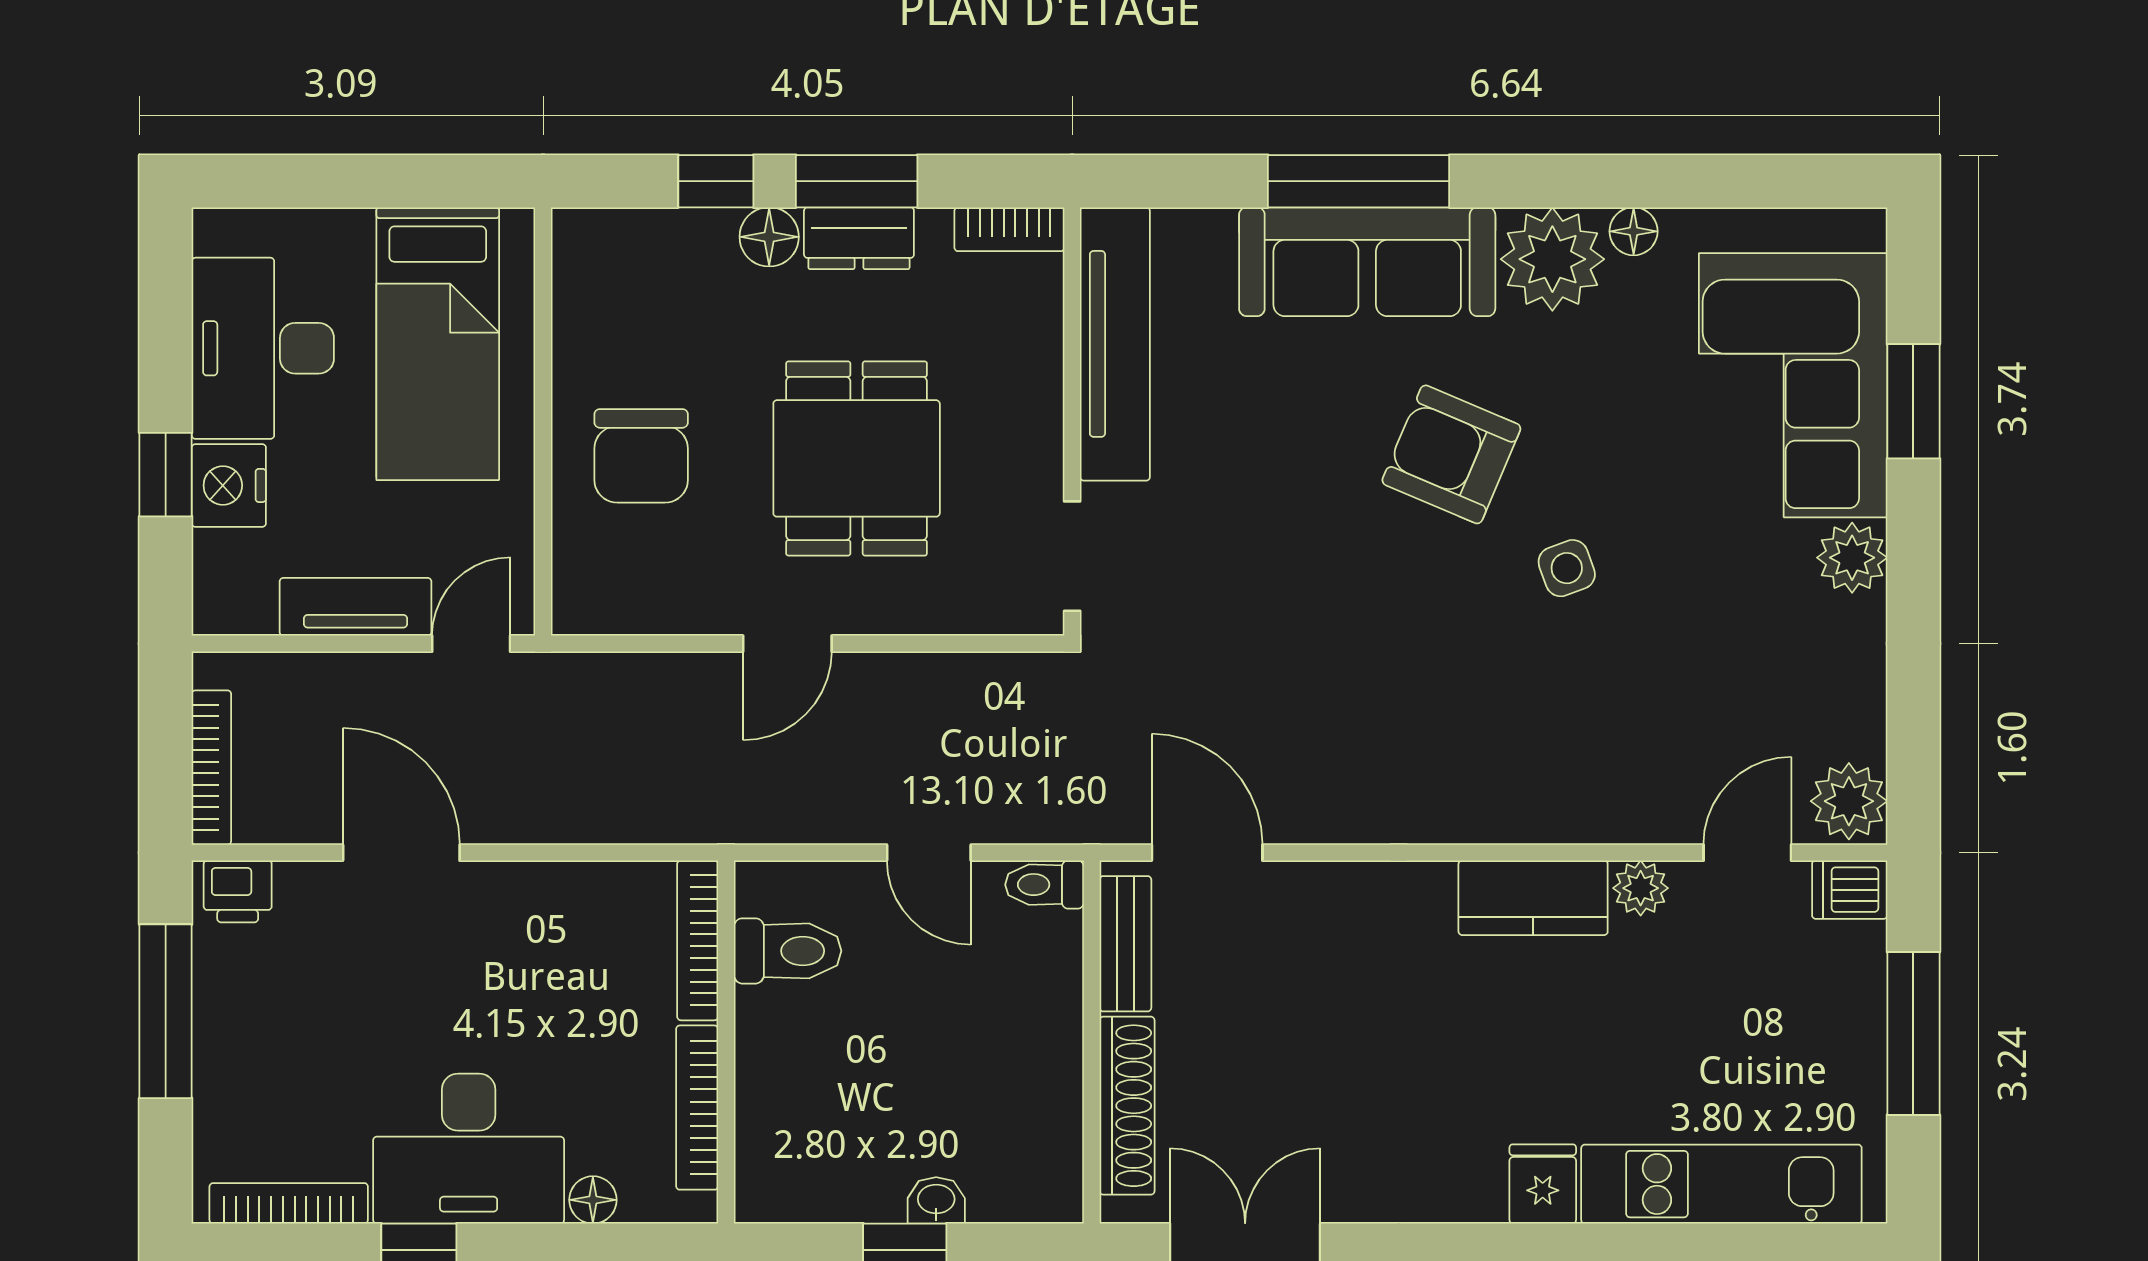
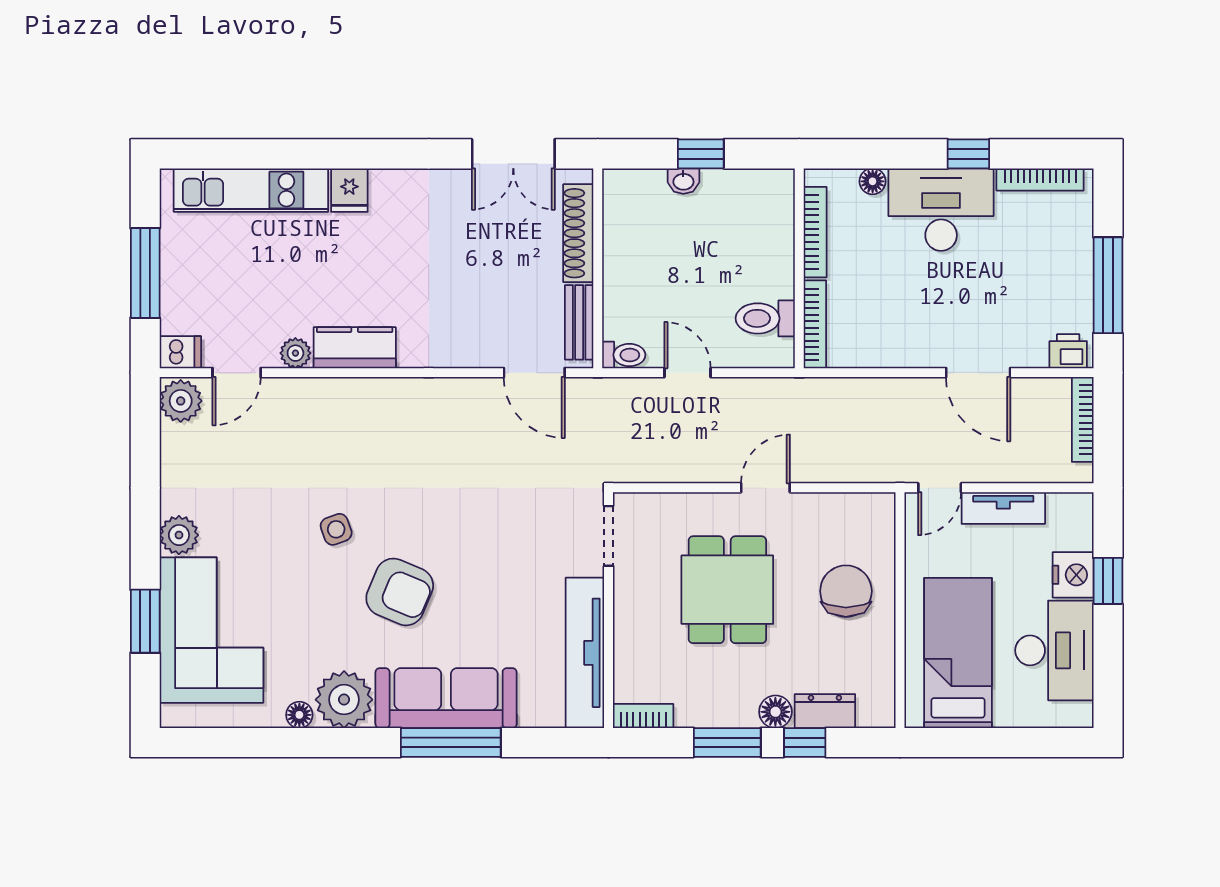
dresser: (859, 238) -> (825, 711), moved

